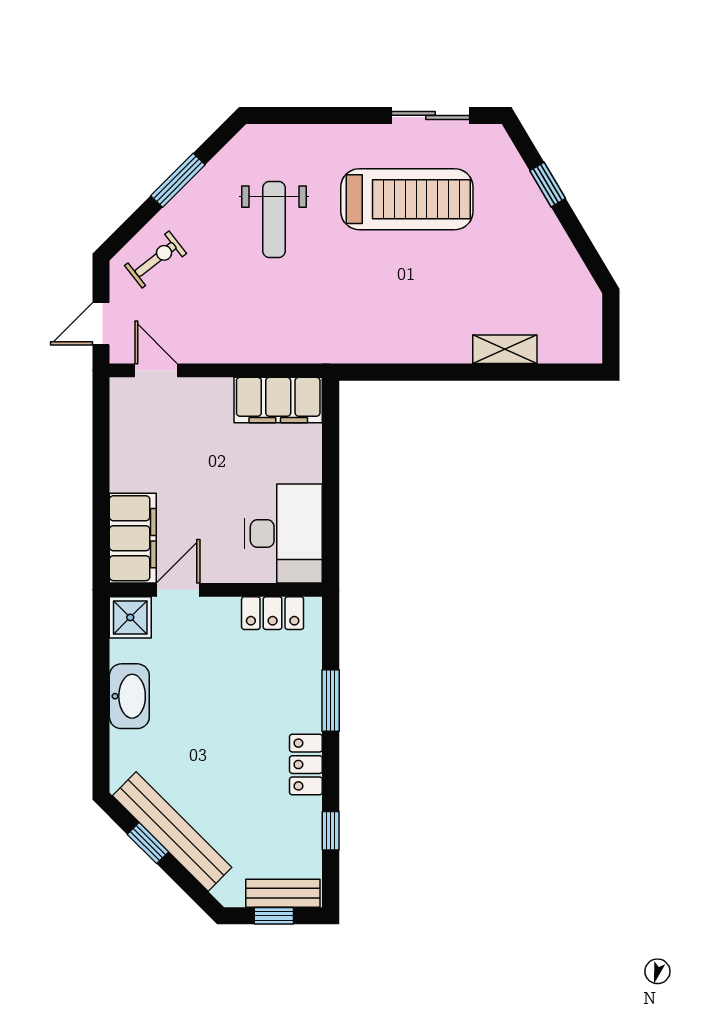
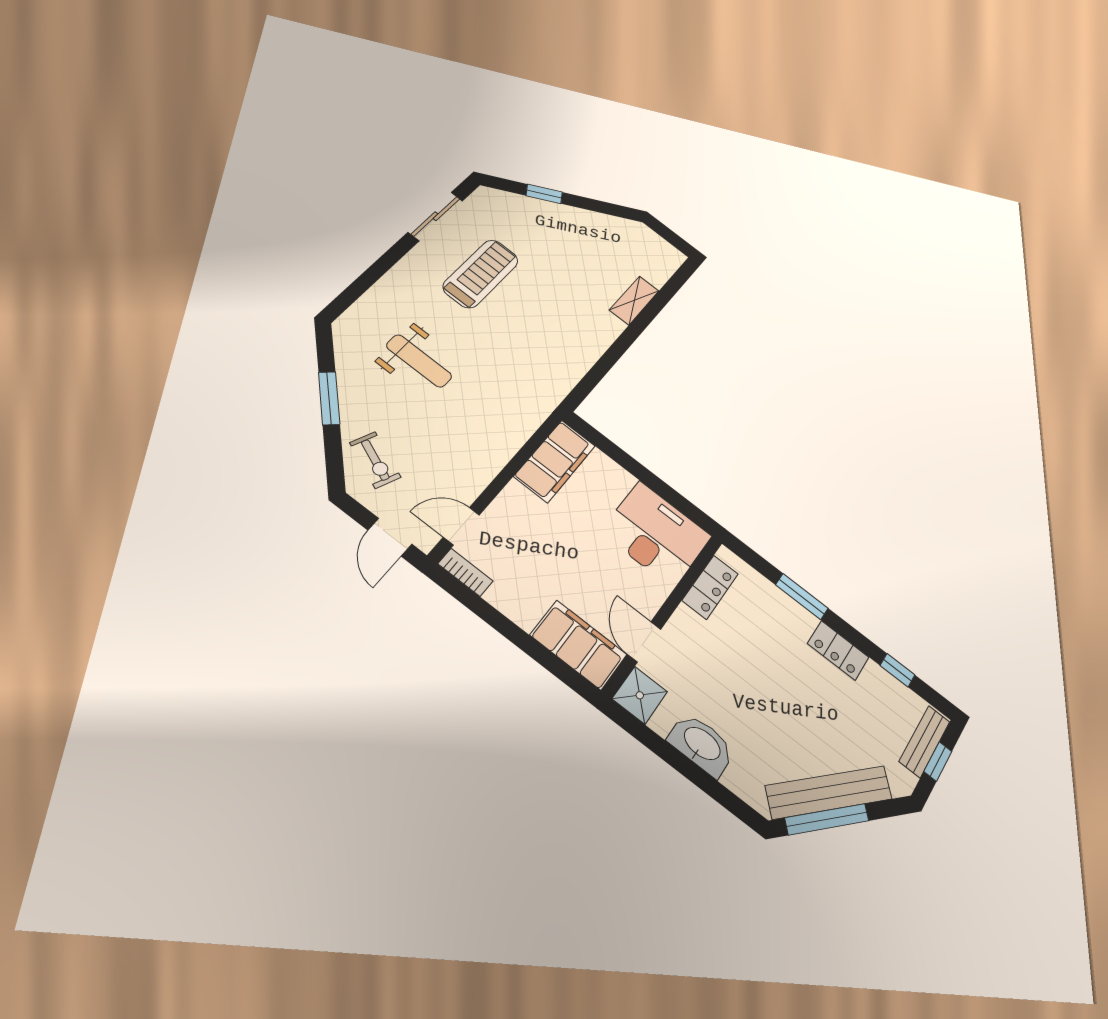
treadmill: (407, 199) -> (481, 274), width x0.73, depth x0.73
exercise bike: (156, 259) -> (375, 460), turned 151
bookcase: (120, 404) -> (465, 572), added
window: (148, 843) -> (827, 819), width x2.17

